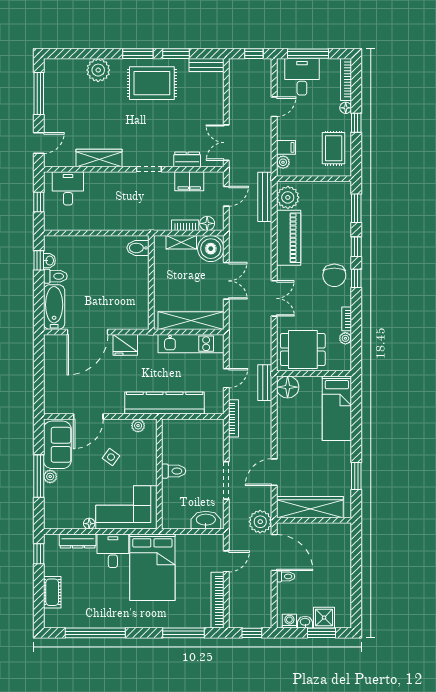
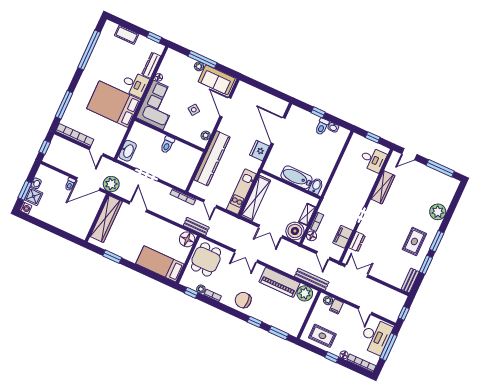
desk: (302, 77) -> (376, 336), width x1.37
rug: (152, 83) -> (414, 241), width x0.73, depth x0.70
door: (39, 143) -> (409, 154), hinge flipped
window: (39, 260) -> (318, 112), moved
window: (356, 278) -> (191, 293), moved
bathtub: (54, 307) -> (296, 177), moved, turned 180
washing machine: (289, 621) -> (26, 208), moved

